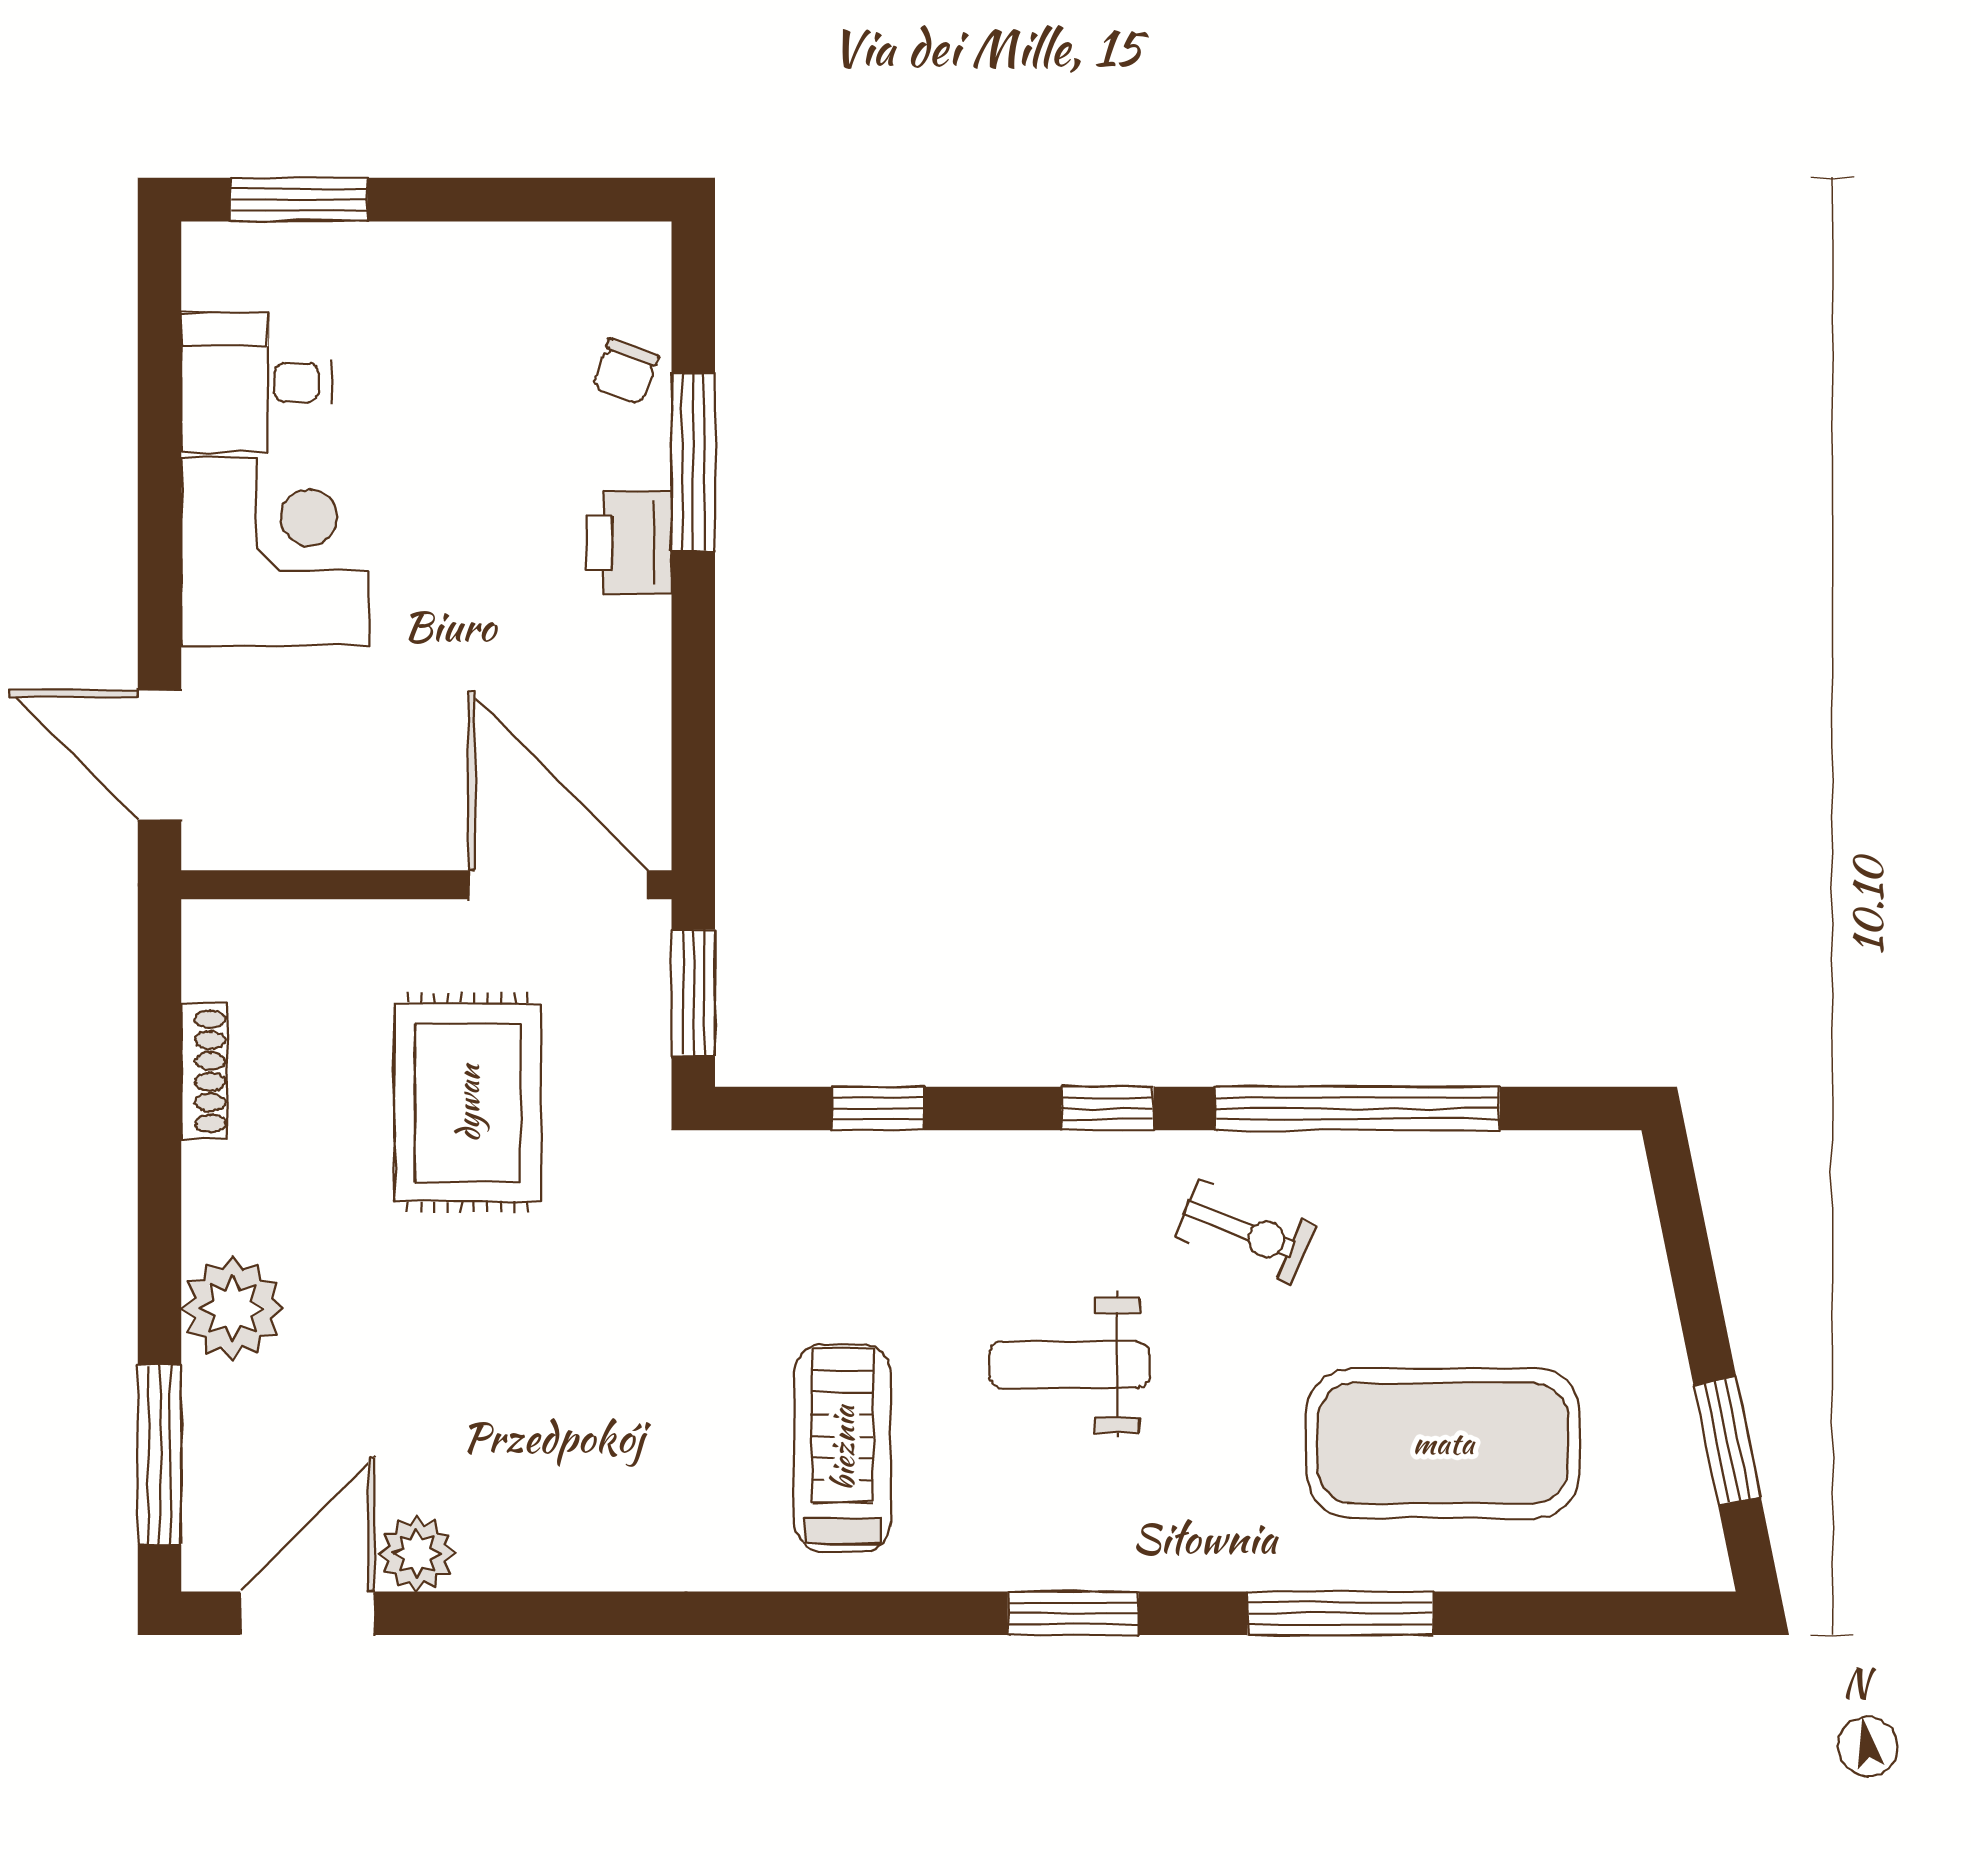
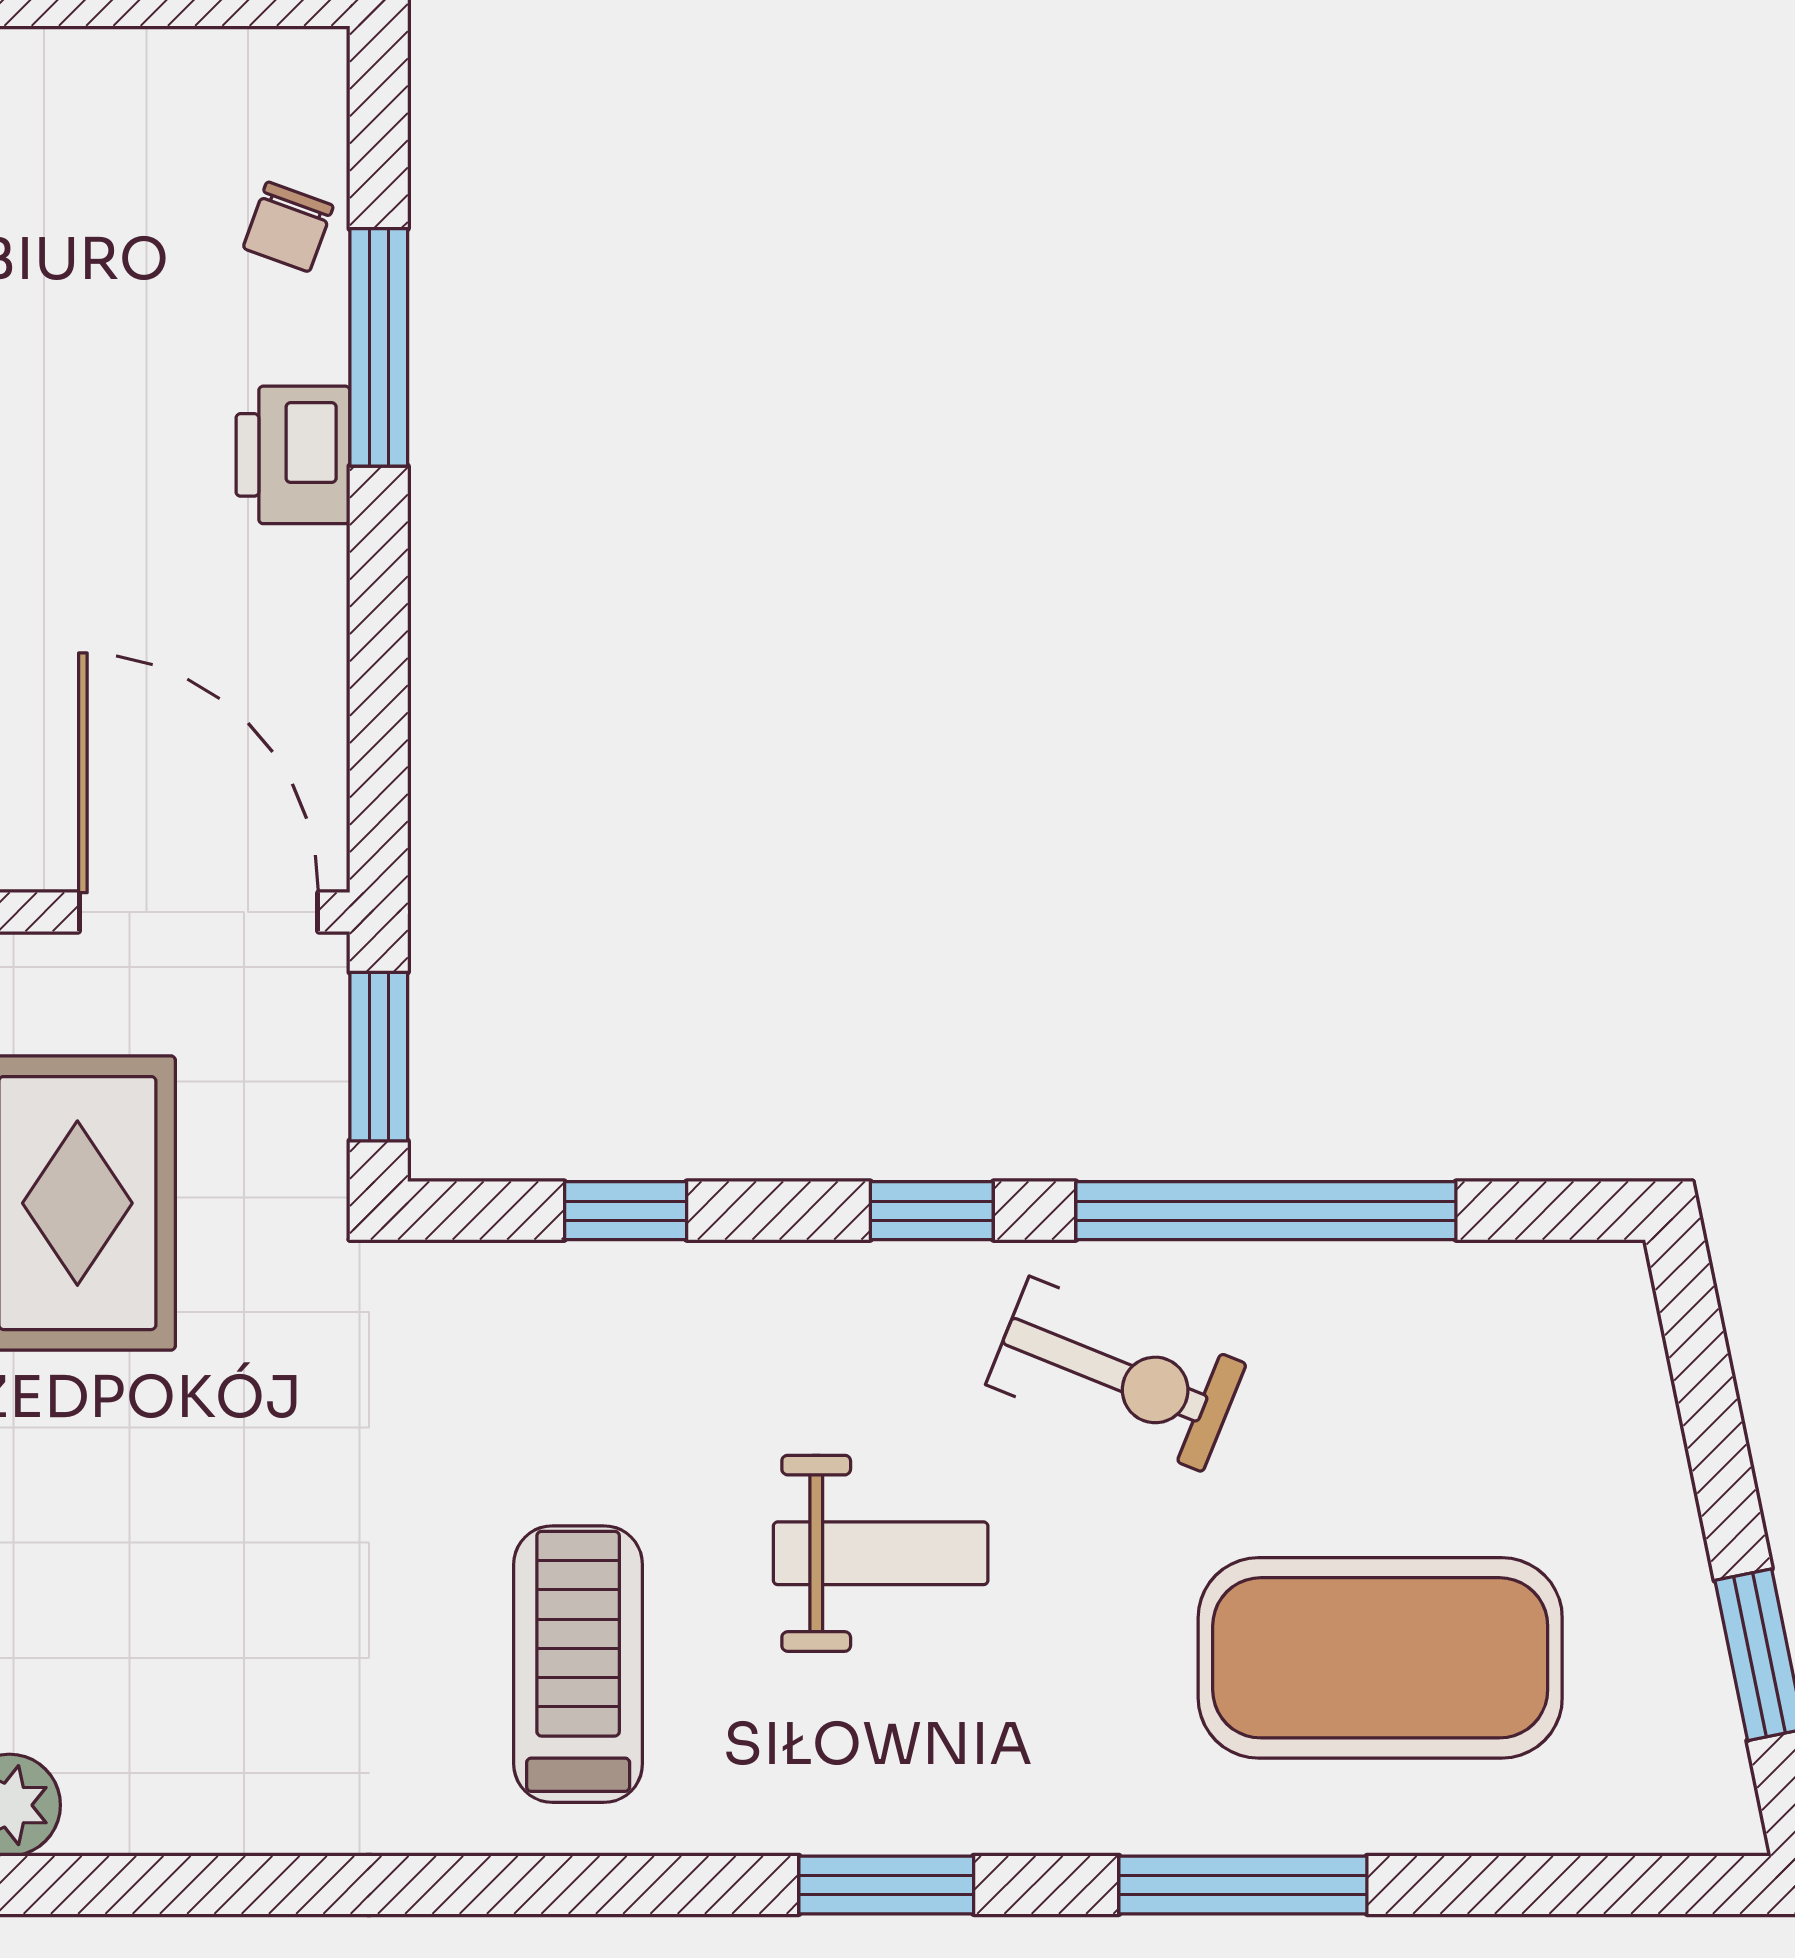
exercise bike: (1245, 1231) -> (1116, 1374), width x1.38, depth x1.39
weight bench: (1069, 1365) -> (881, 1553), turned 180

